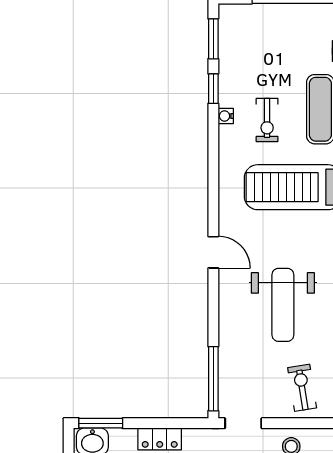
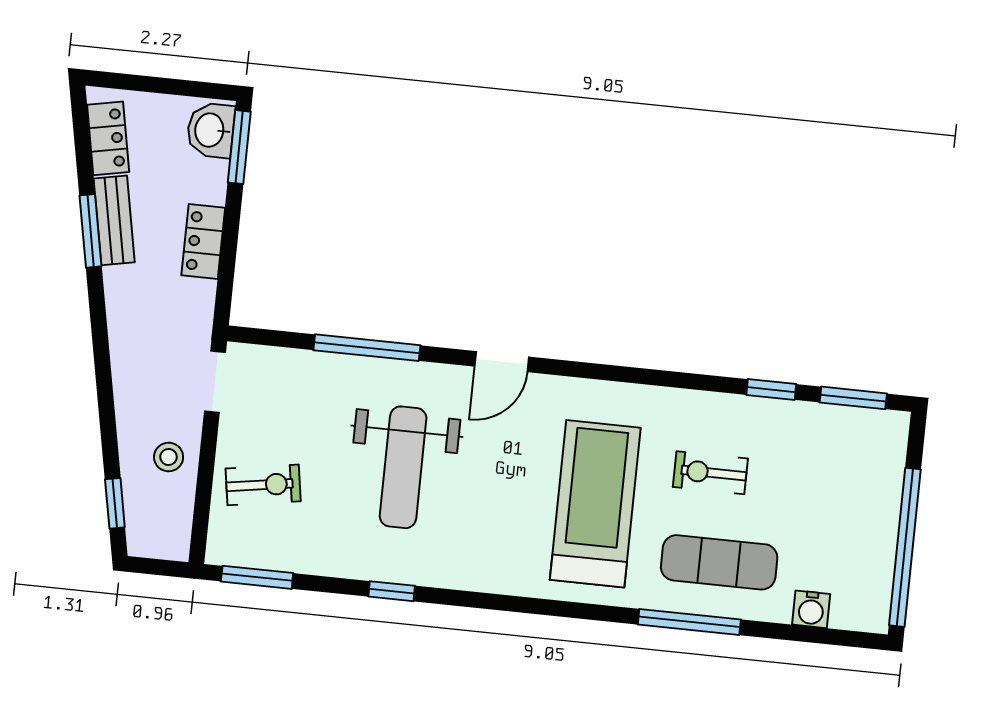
water cooler: (226, 116) -> (724, 405), removed
weight bench: (283, 305) -> (403, 467), turned -90
window: (213, 379) -> (367, 348), moved

